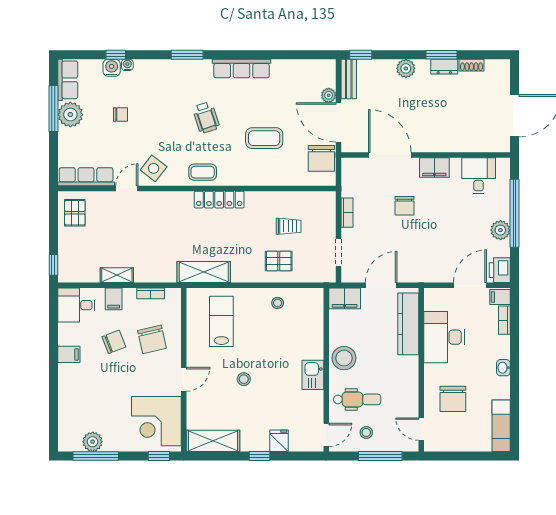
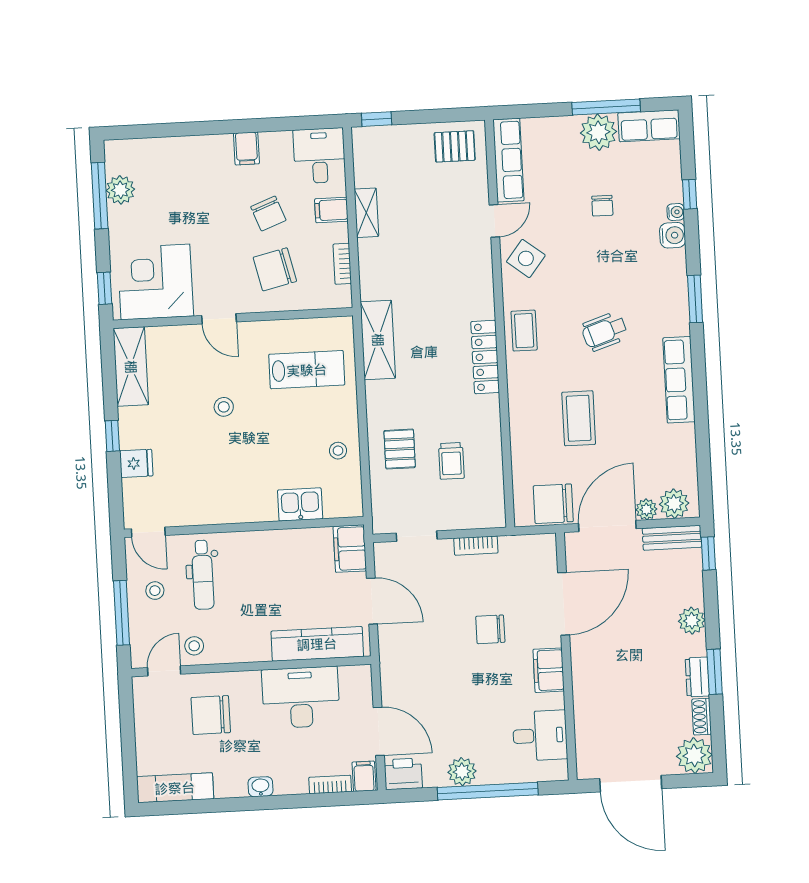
water cooler: (112, 68) -> (673, 235), moved
plant: (498, 72) -> (694, 756), added
plant: (326, 76) -> (674, 504), added
door: (127, 188) -> (494, 221), hinge flipped
stool: (344, 358) -> (194, 646), moved, width x0.53, depth x0.53
kitchen sink: (313, 375) -> (300, 504), moved

